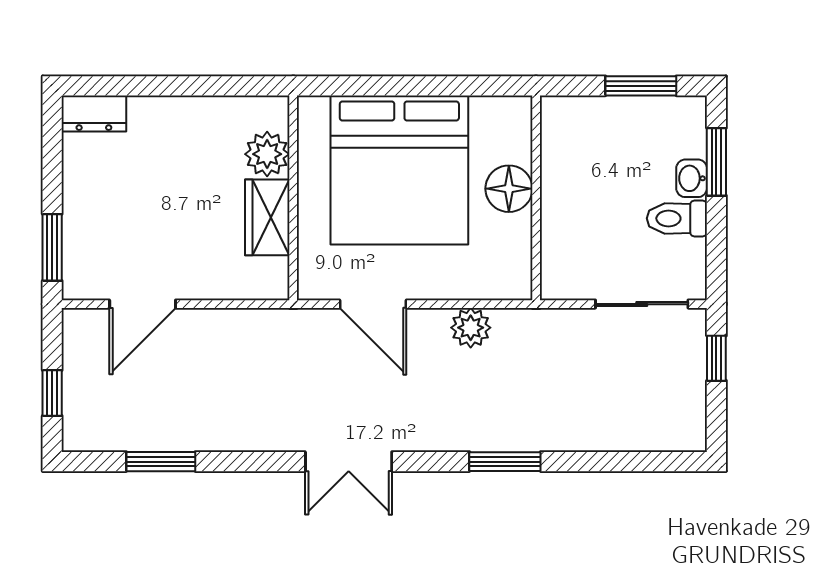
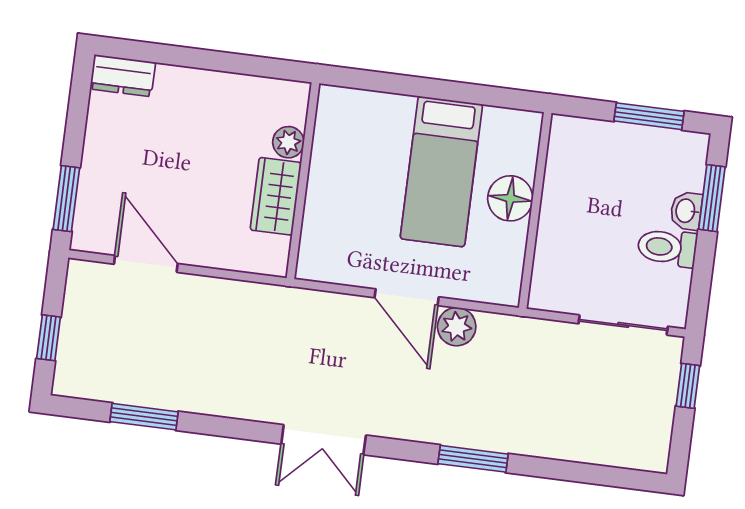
plant: (267, 154) -> (288, 142), width x0.73, depth x0.73
bed: (399, 170) -> (441, 171), width x0.49
door: (143, 304) -> (146, 264), swing flipped
door: (373, 304) -> (407, 297), moved

